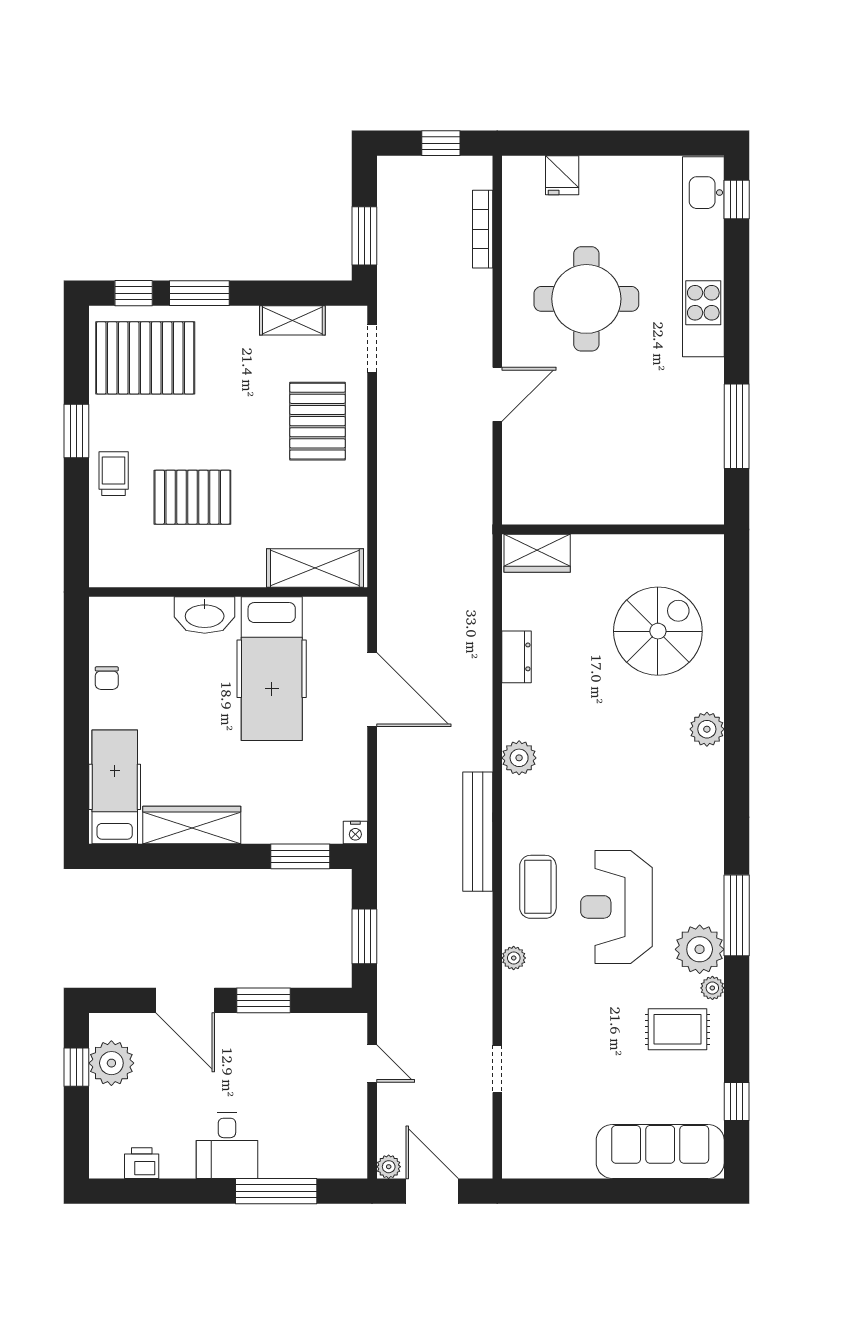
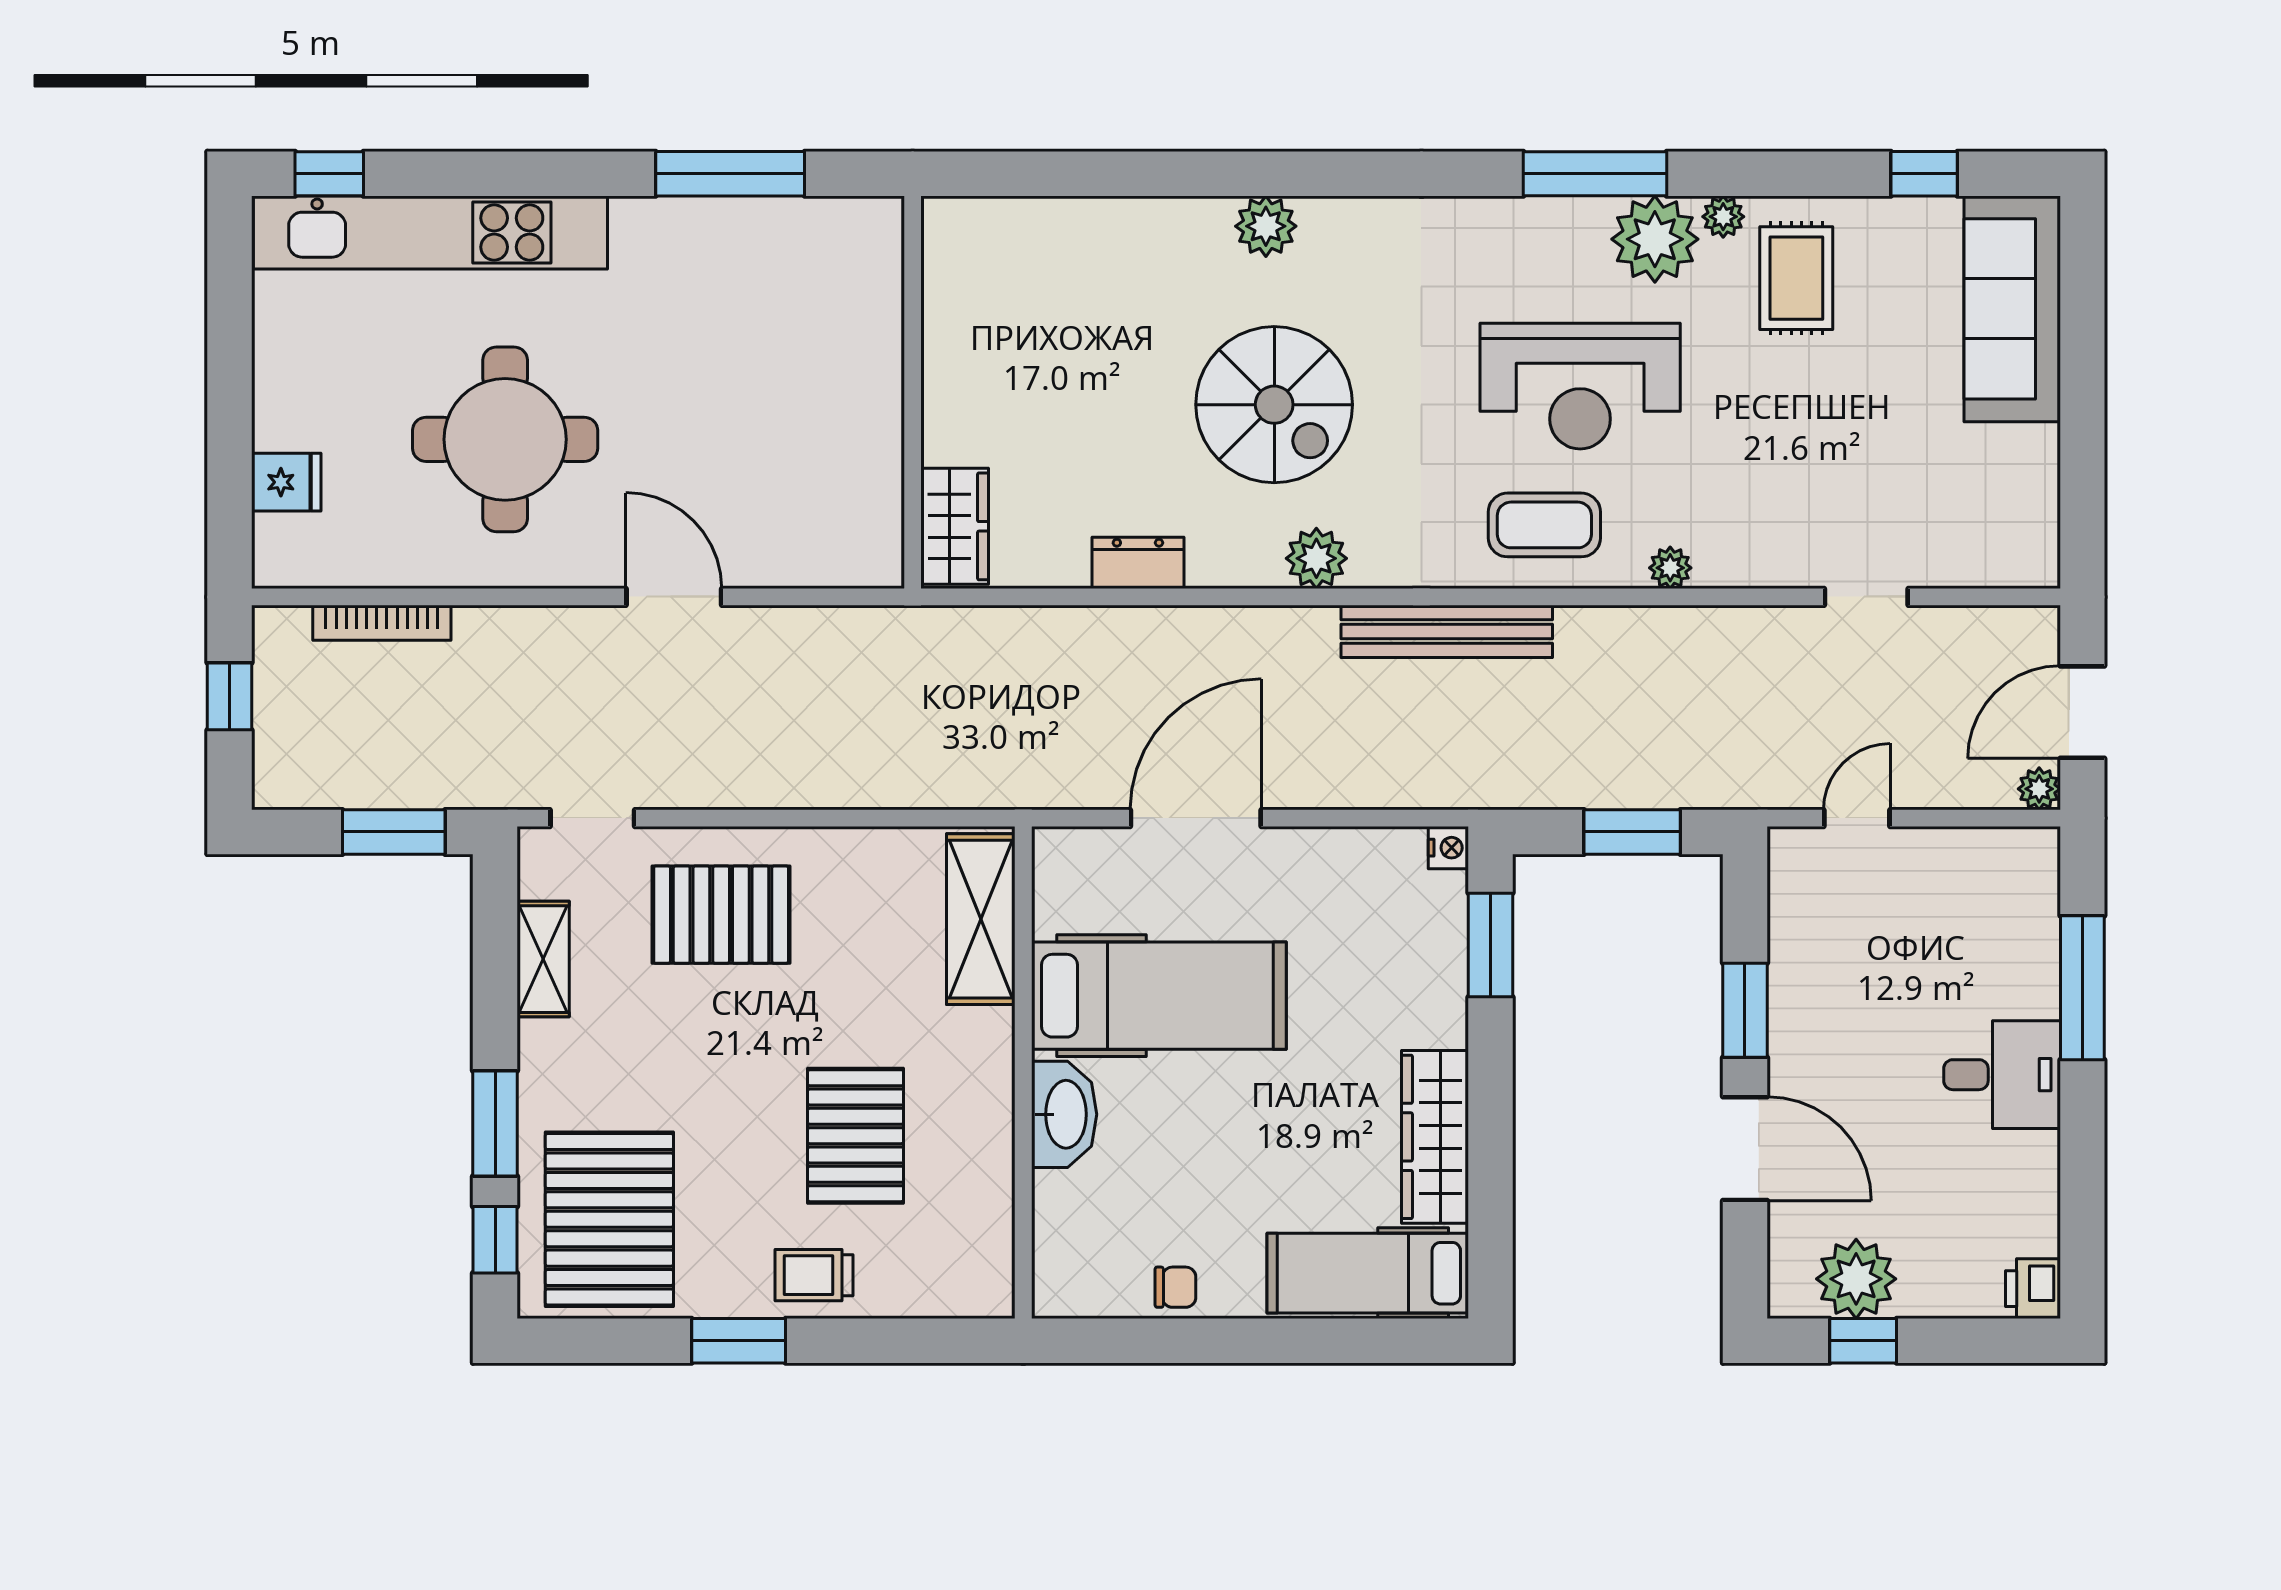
spiral stairs: (658, 631) -> (1274, 405), moved, turned 180
door: (185, 1000) -> (1745, 1149), hinge flipped
printer: (142, 1163) -> (2033, 1289), moved

